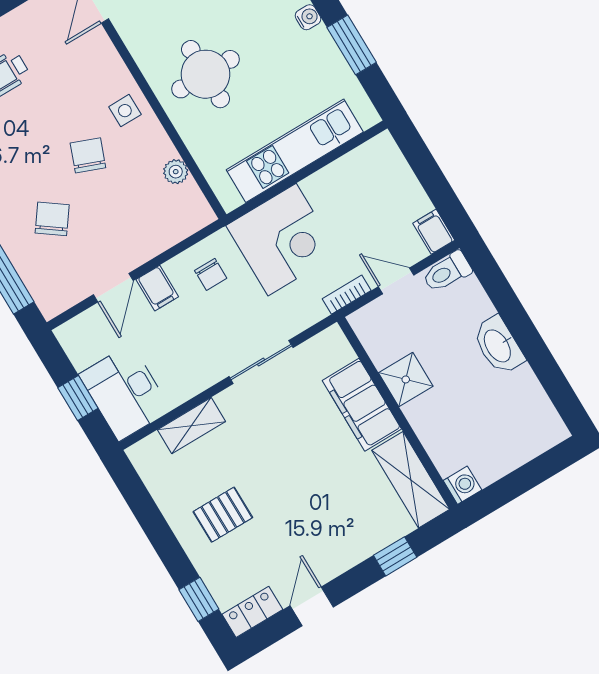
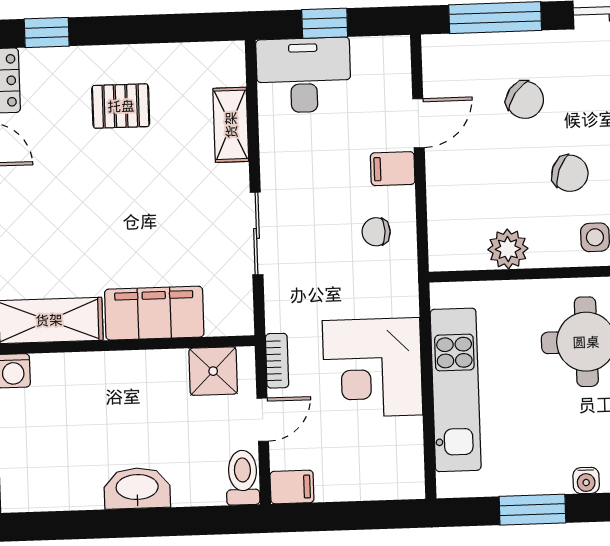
plant: (176, 172) -> (508, 249), width x1.38, depth x1.38
corner desk: (282, 240) -> (372, 368), moved
door: (113, 288) -> (418, 123), swing flipped
shower: (406, 379) -> (213, 371), moved
pallet: (223, 515) -> (121, 106), turned 90

